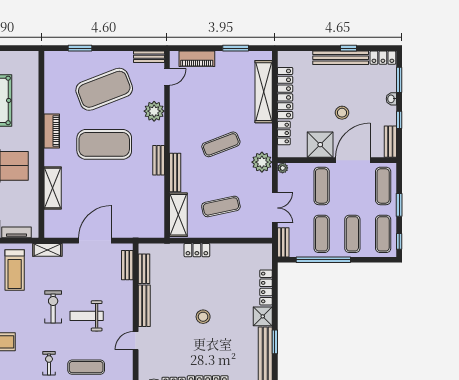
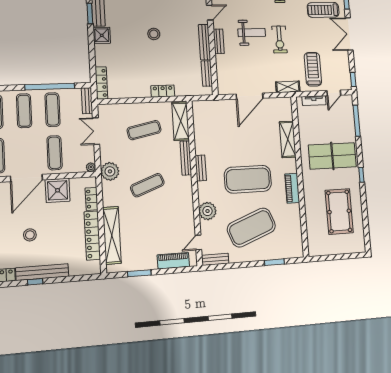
stool: (342, 113) -> (30, 235), moved
bench: (127, 265) -> (219, 41), moved
locker: (266, 287) -> (101, 83), moved

